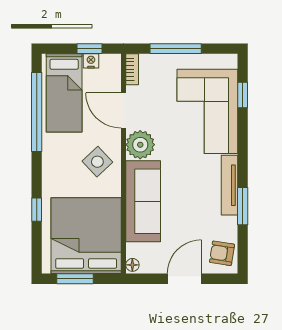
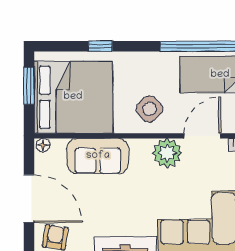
sofa: (143, 201) -> (98, 156), width x0.73
door: (184, 279) -> (29, 199), width x1.36

